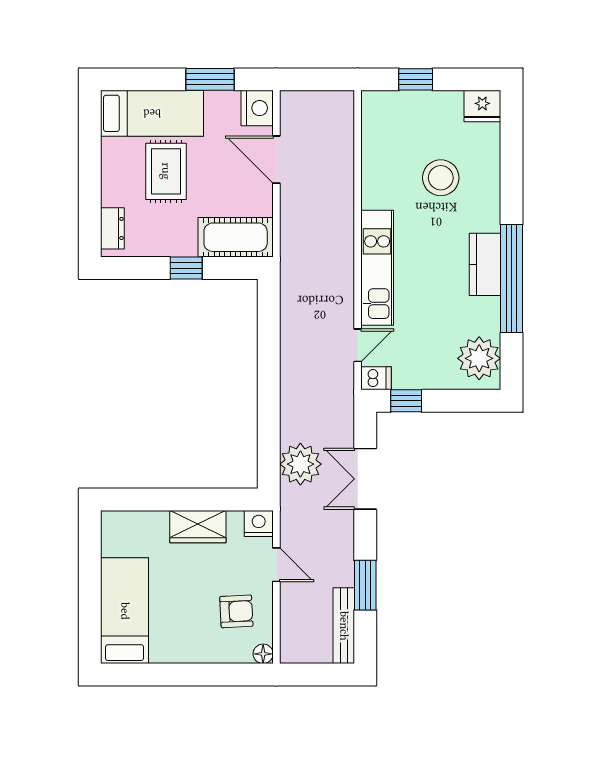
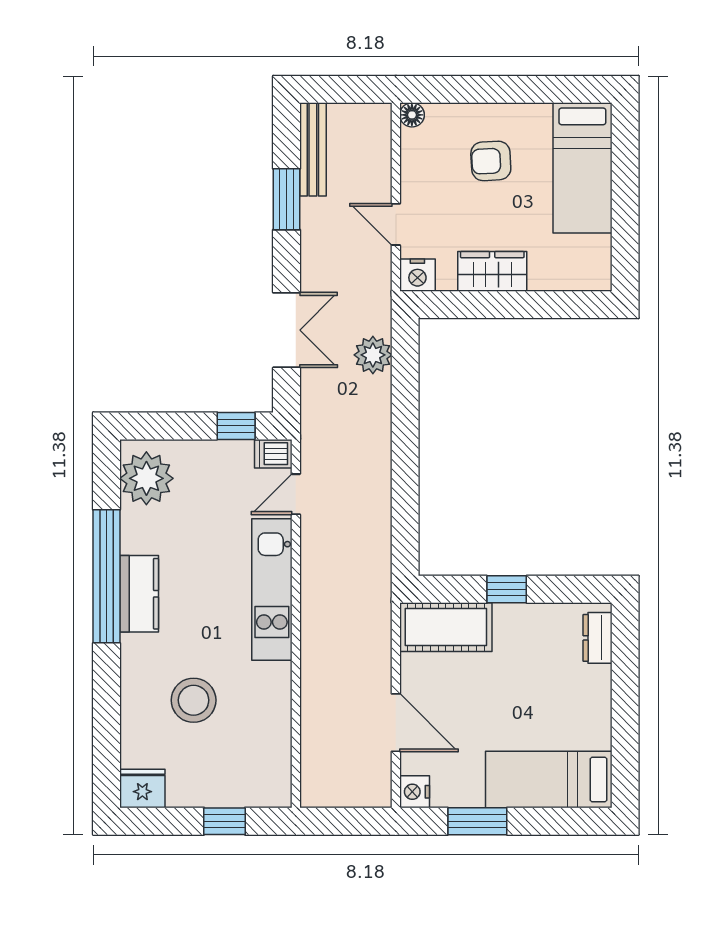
nightstand: (257, 108) -> (415, 792), width x0.74, depth x0.75
rug: (166, 171) -> (531, 708), removed
plant: (300, 464) -> (373, 355), width x0.73, depth x0.73
armchair: (236, 611) -> (491, 161), moved

